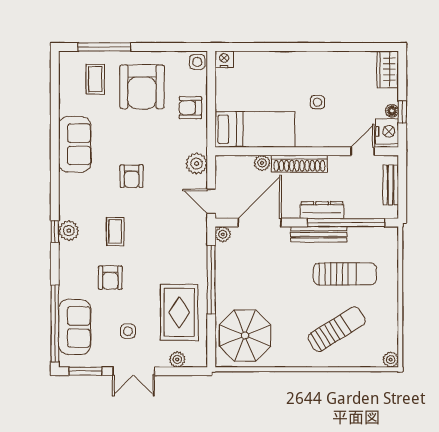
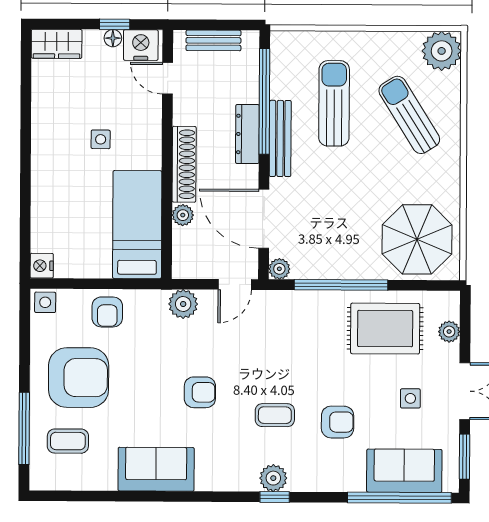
plant: (391, 360) -> (442, 51), width x1.88, depth x1.88

